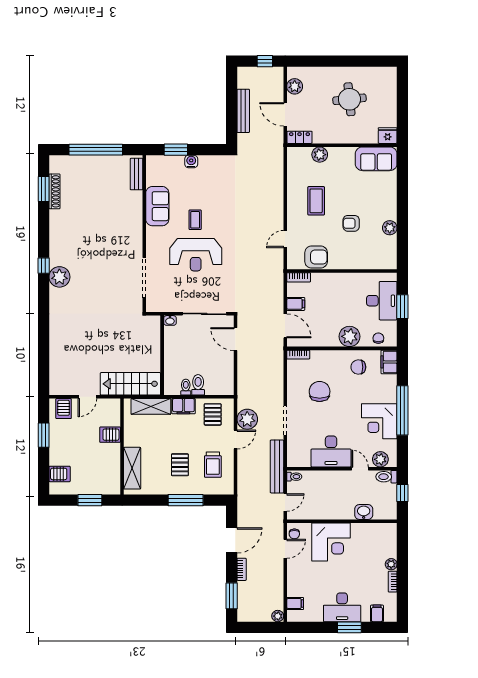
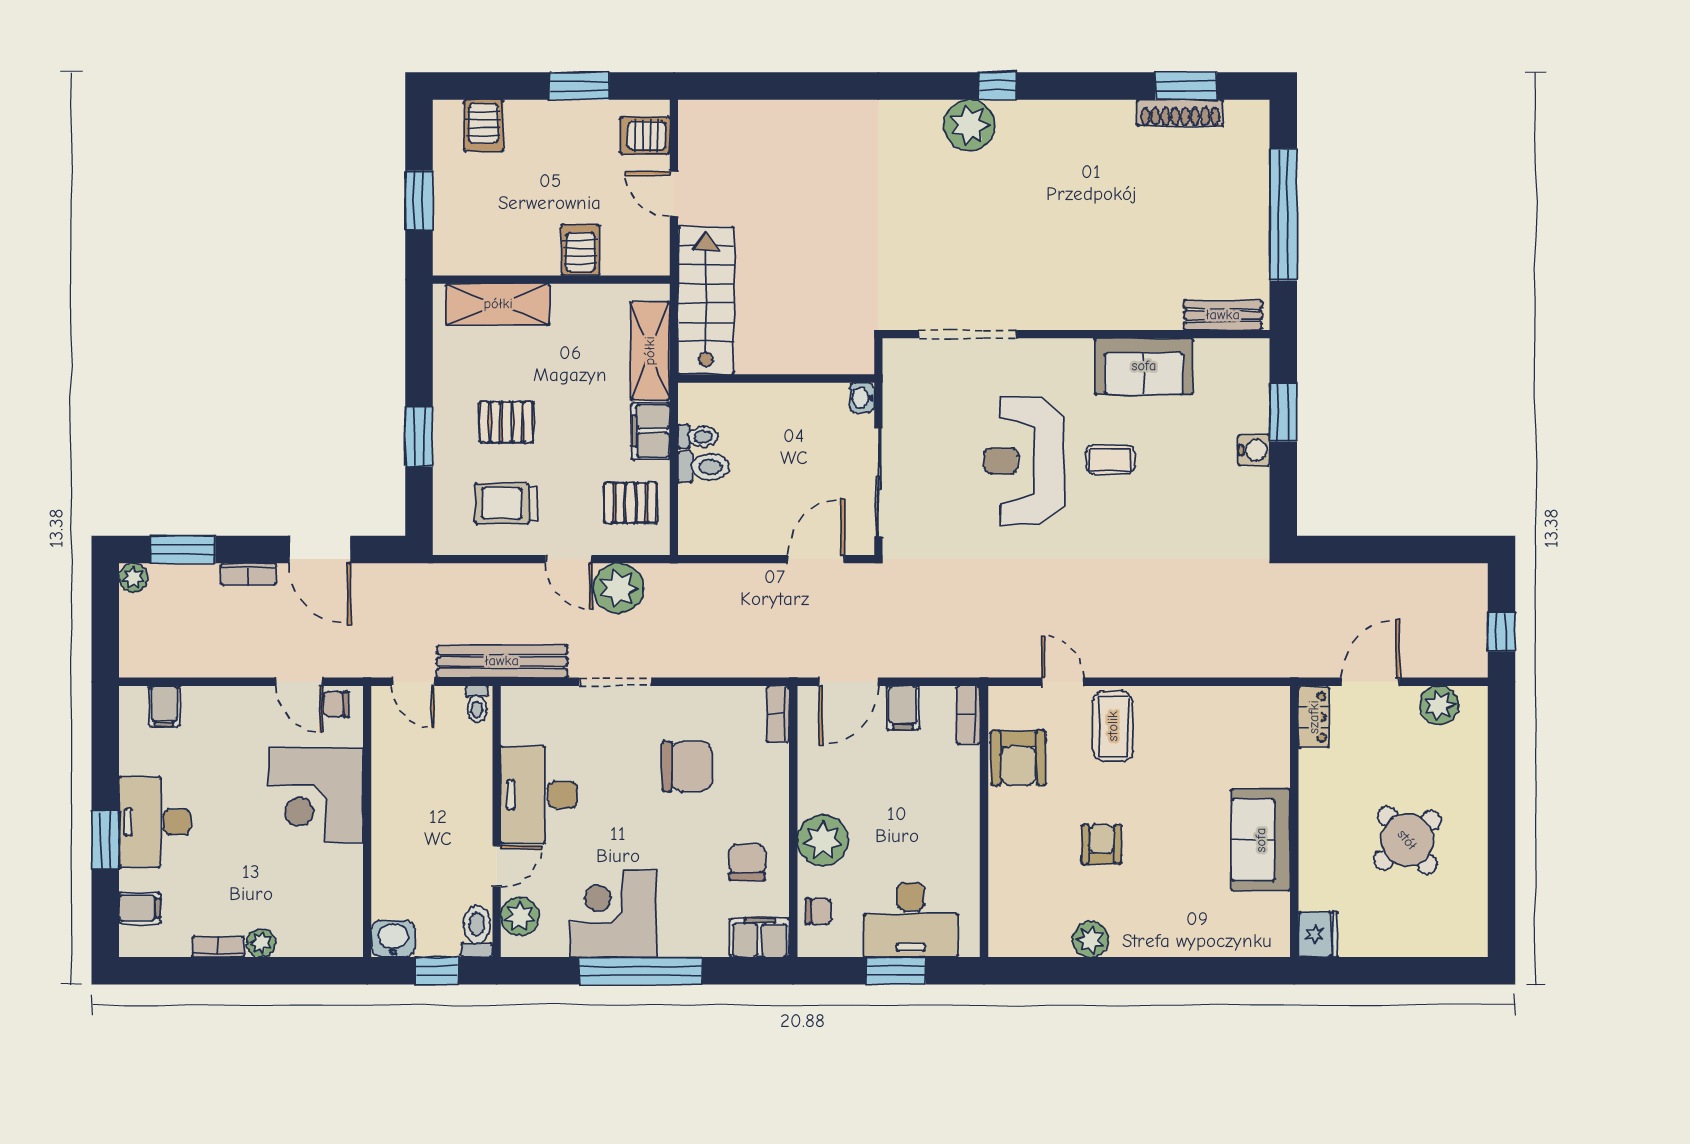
round table: (349, 99) -> (1407, 840), turned -34
bench: (243, 111) -> (1379, 578), removed
plant: (320, 155) -> (1271, 767), removed
sofa: (376, 159) -> (1261, 840), moved
coffee table: (316, 201) -> (1113, 726), moved, turned 90
window: (186, 500) -> (419, 436), width x0.69
washbasin: (364, 512) -> (393, 939), moved, turned -90
plant: (278, 616) -> (133, 578), moved

